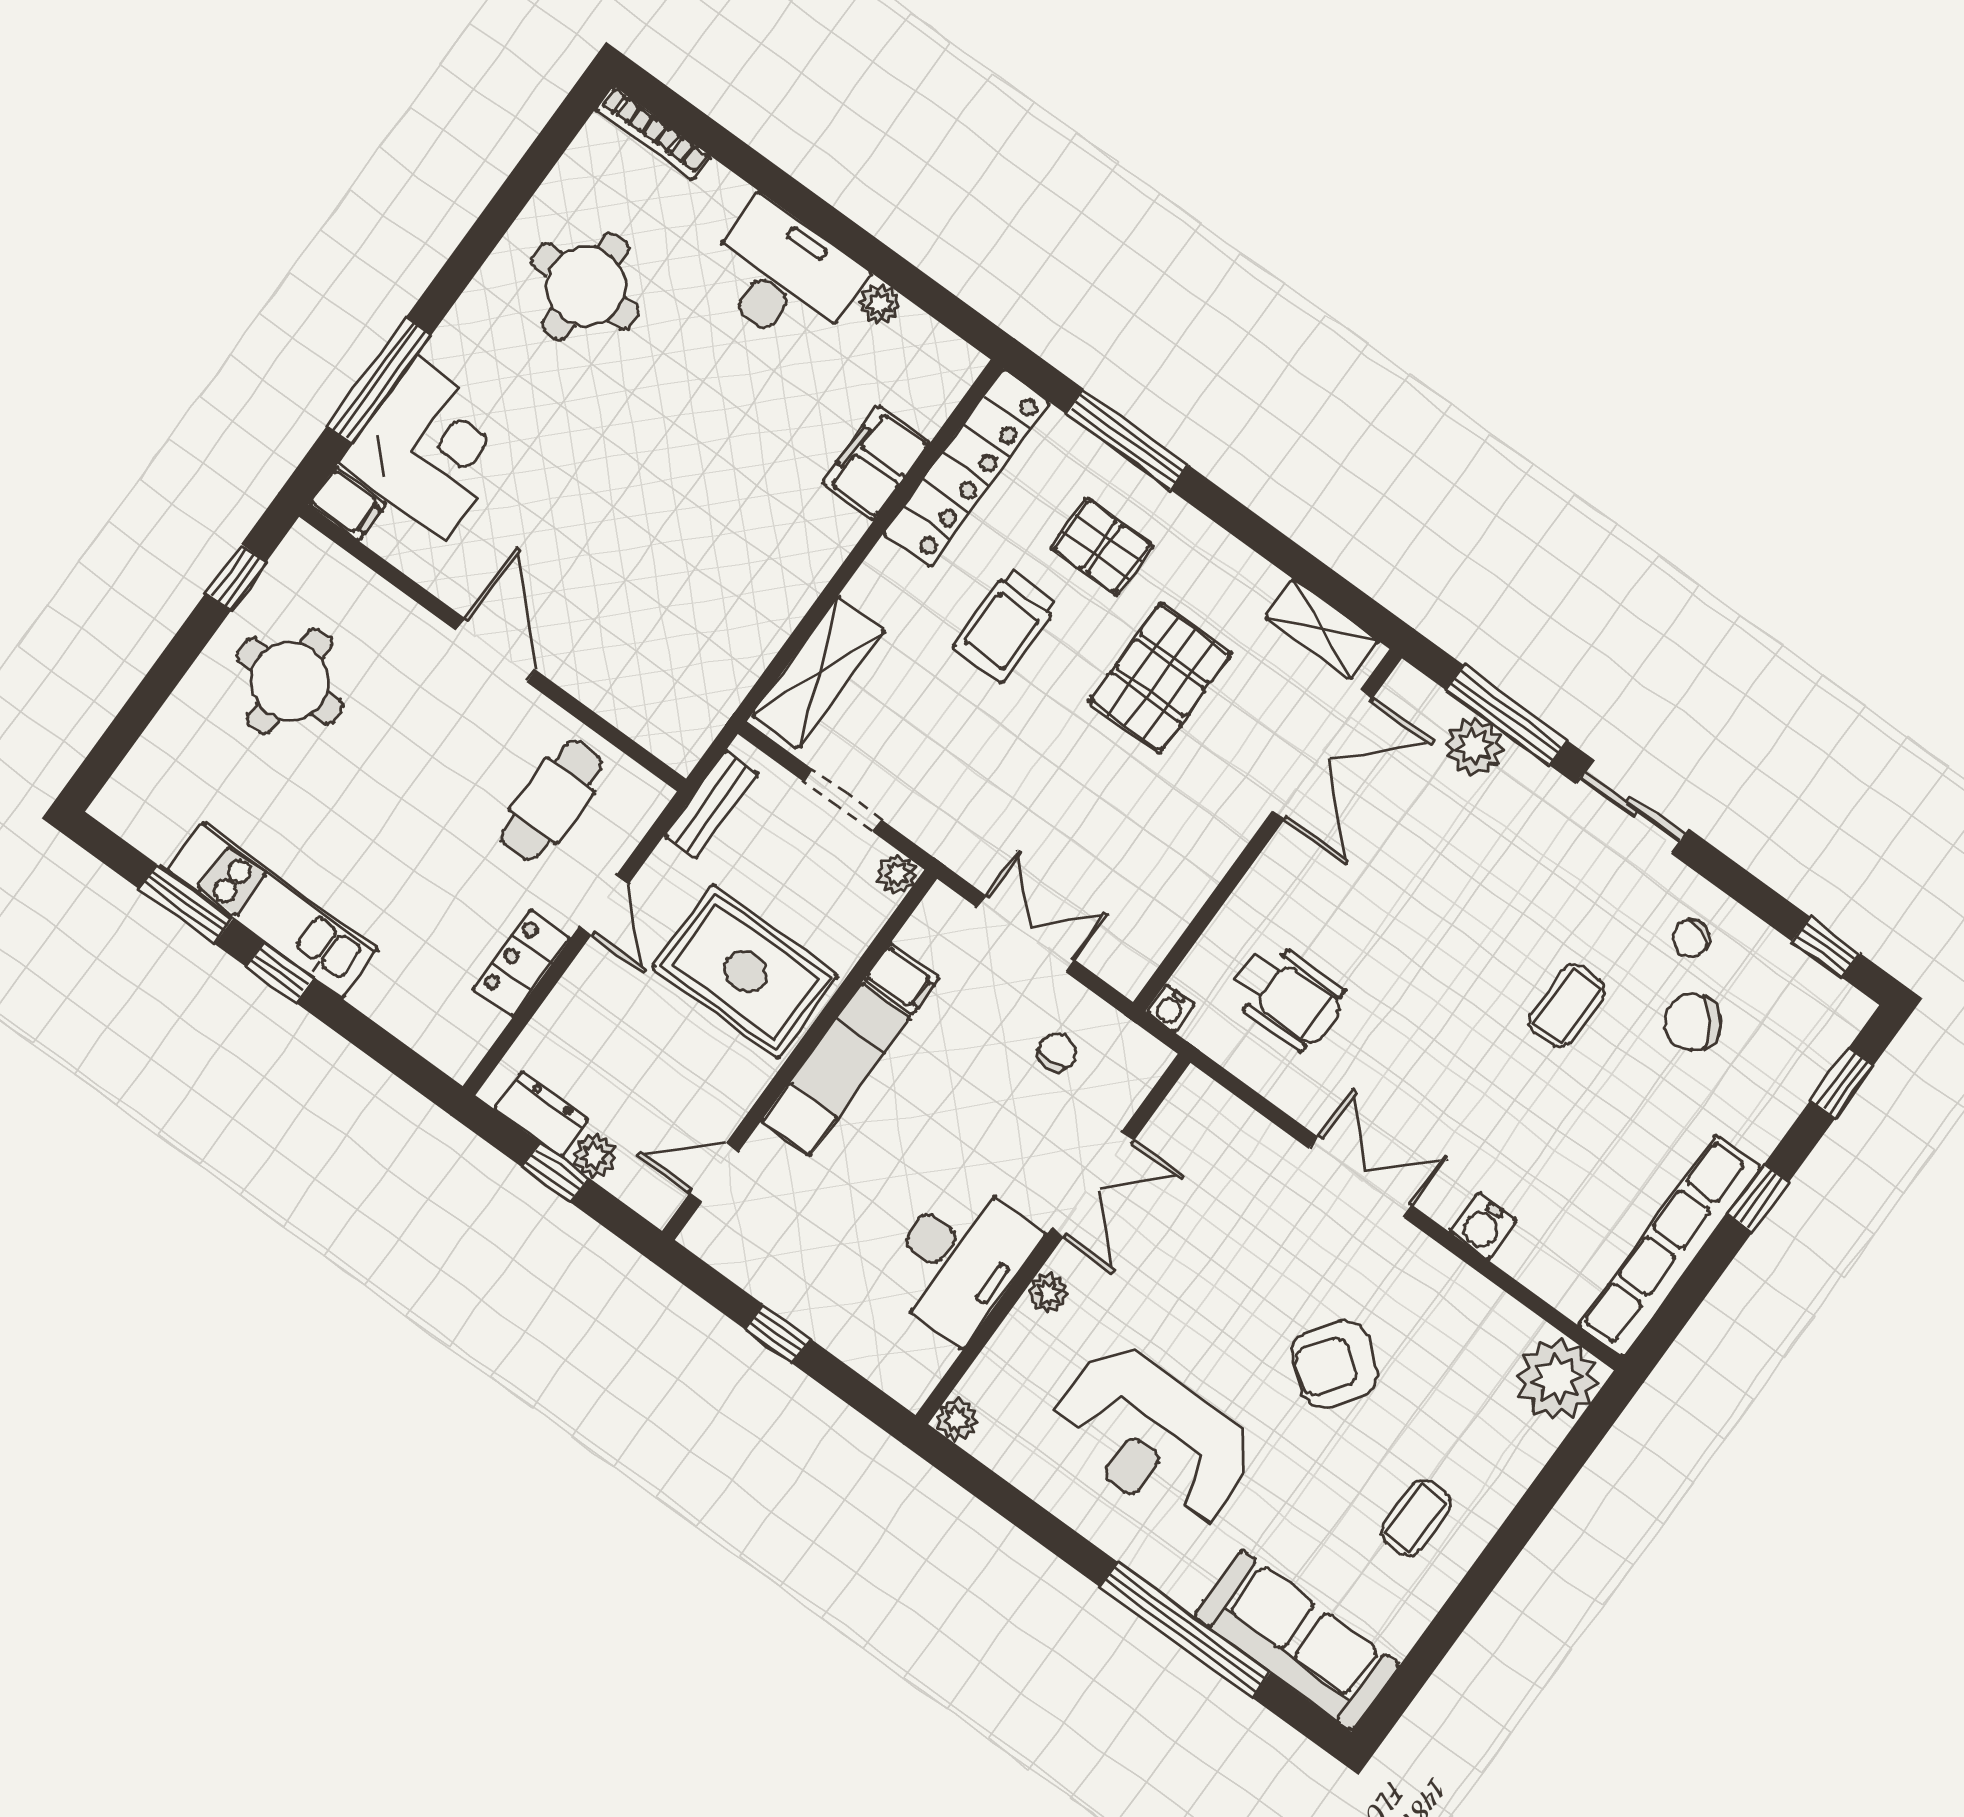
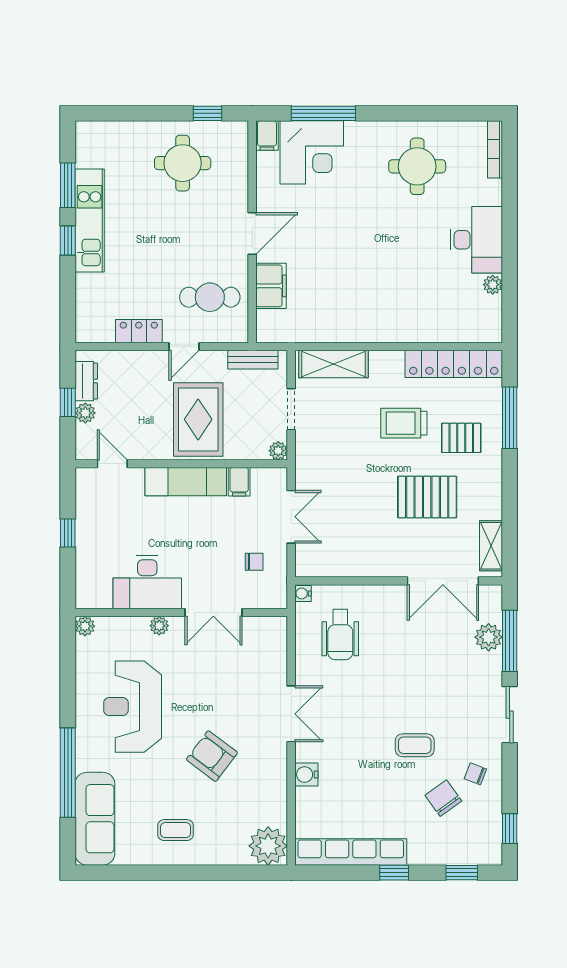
filing cabinet: (876, 463) -> (271, 286), moved, turned 90
pallet: (1102, 547) -> (461, 438), turned 90

